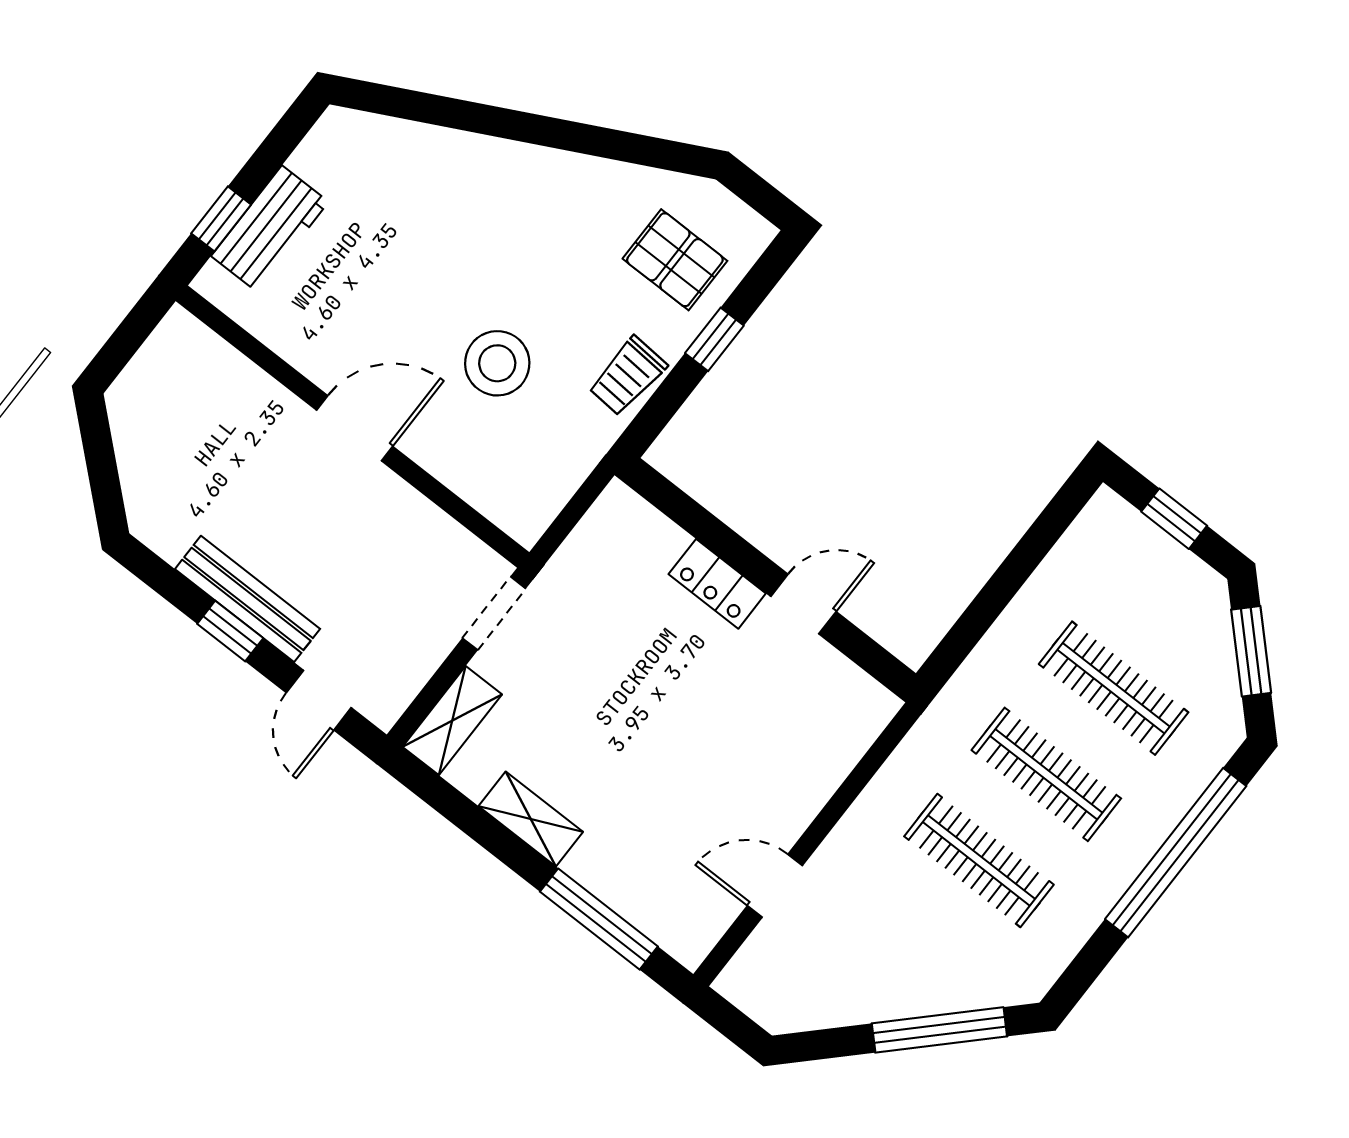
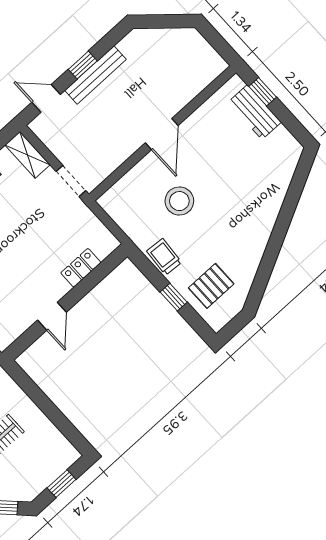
locker: (717, 584) -> (81, 268), moved

